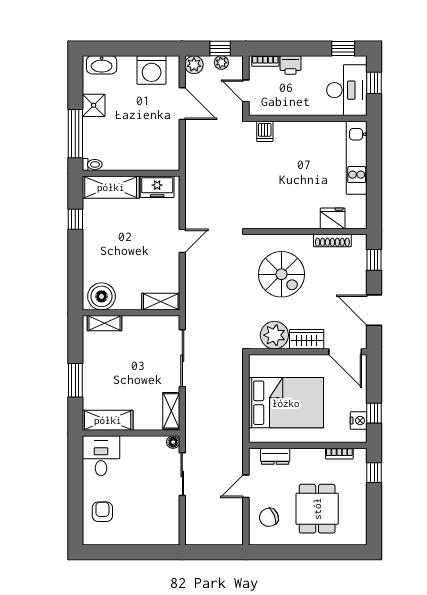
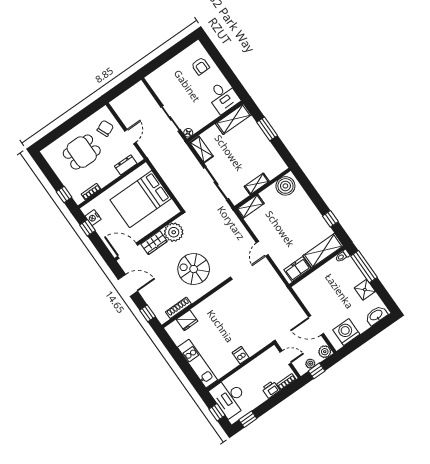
dishwasher: (265, 131) -> (241, 355), moved
shelving: (105, 323) -> (257, 184), moved
dining table: (317, 509) -> (82, 152), turned 90

